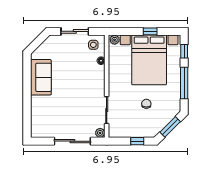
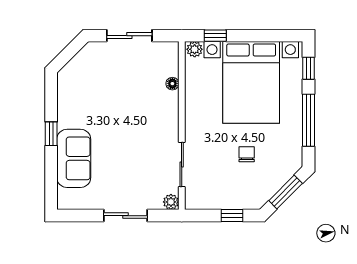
window: (150, 31) -> (215, 36), moved
side table: (93, 45) -> (160, 58), removed
sofa: (41, 77) -> (74, 158), moved
window: (27, 91) -> (51, 134), added
sliding door: (72, 141) -> (126, 216), width x0.73

